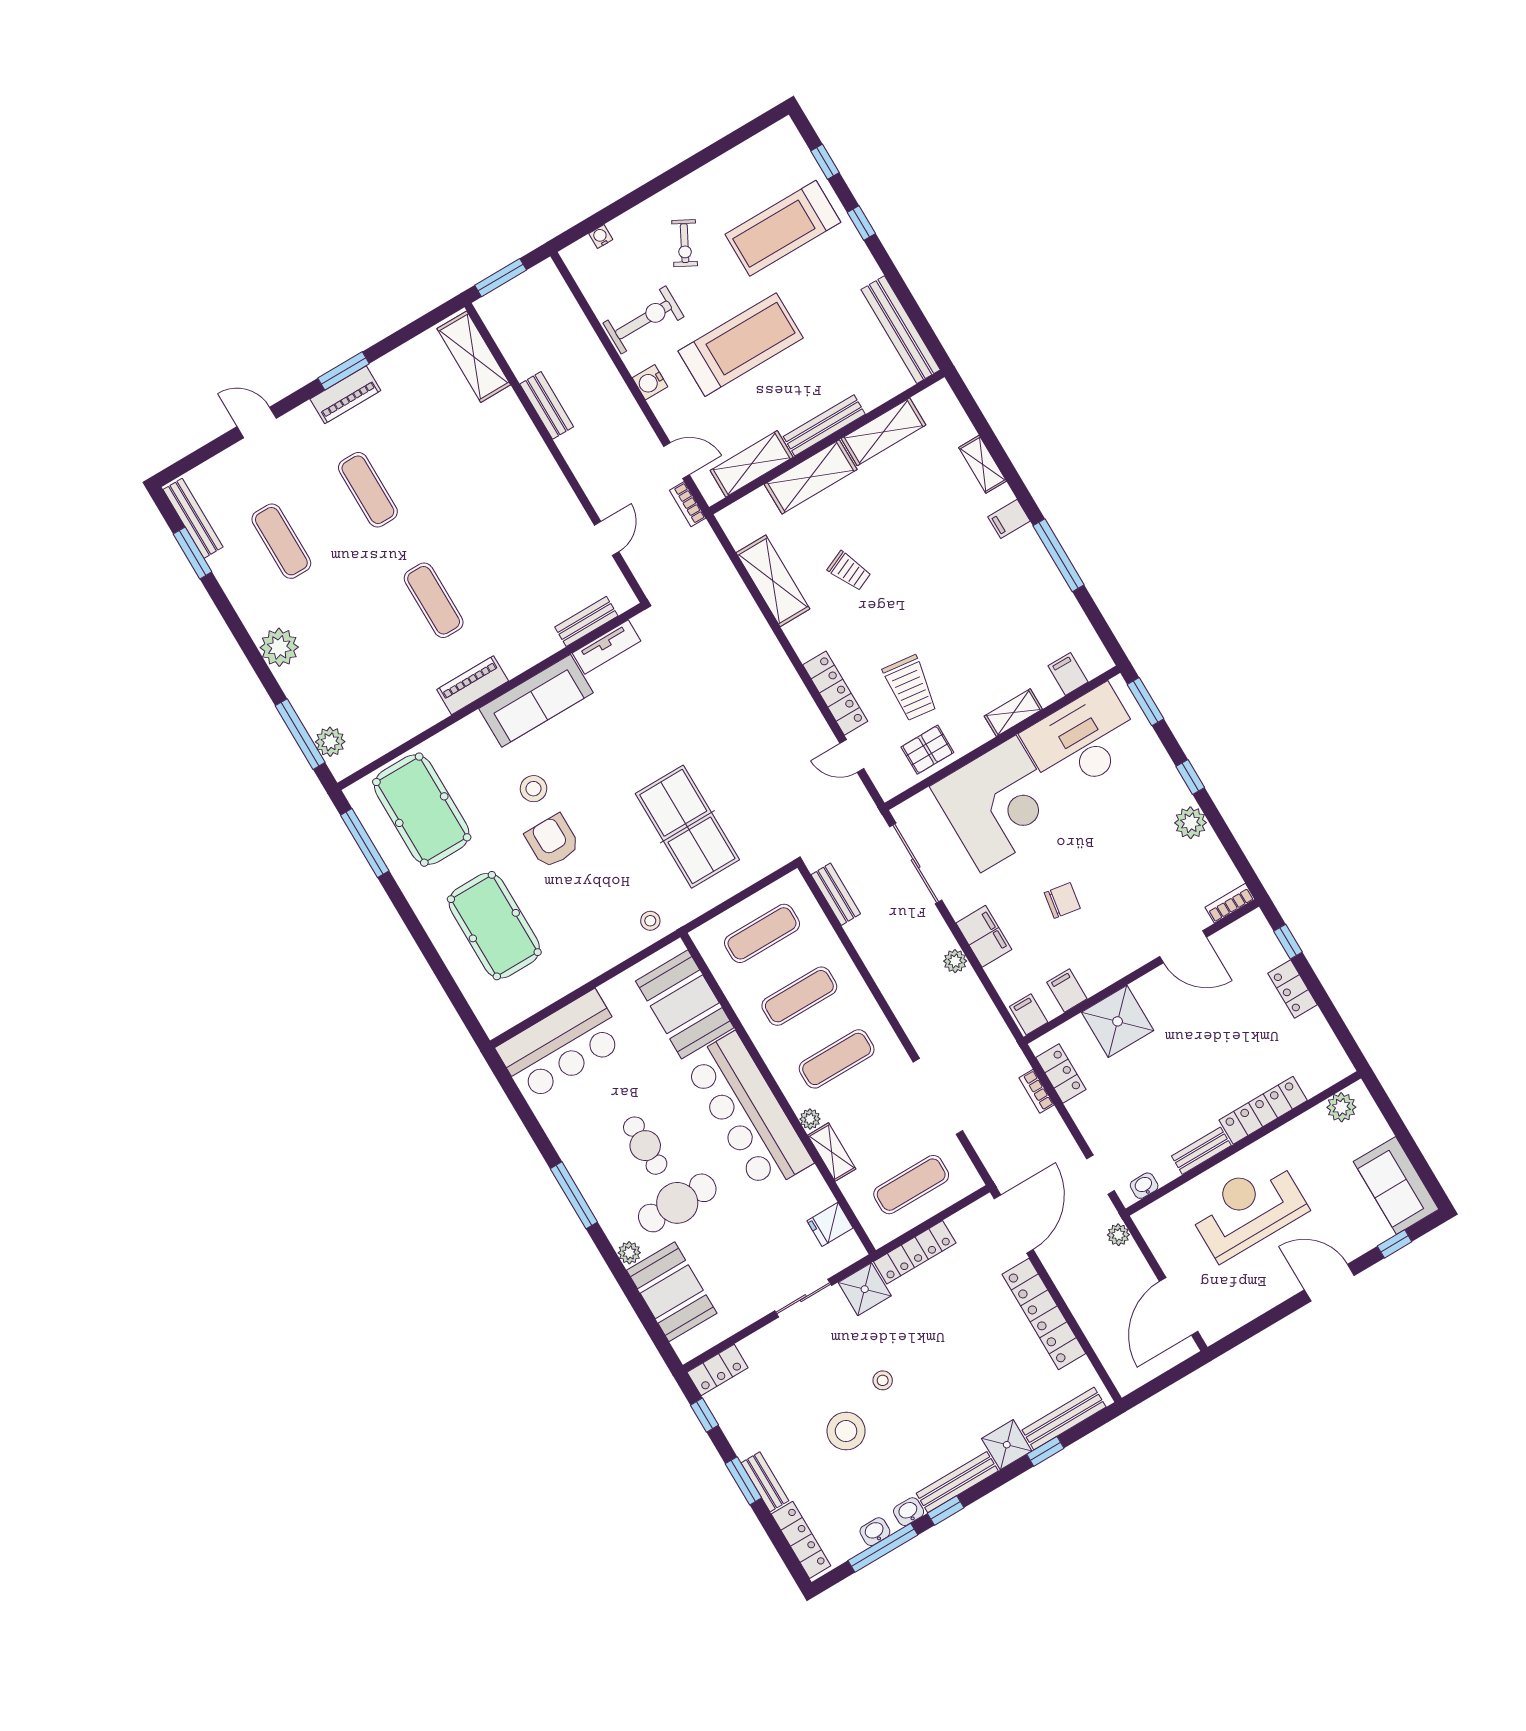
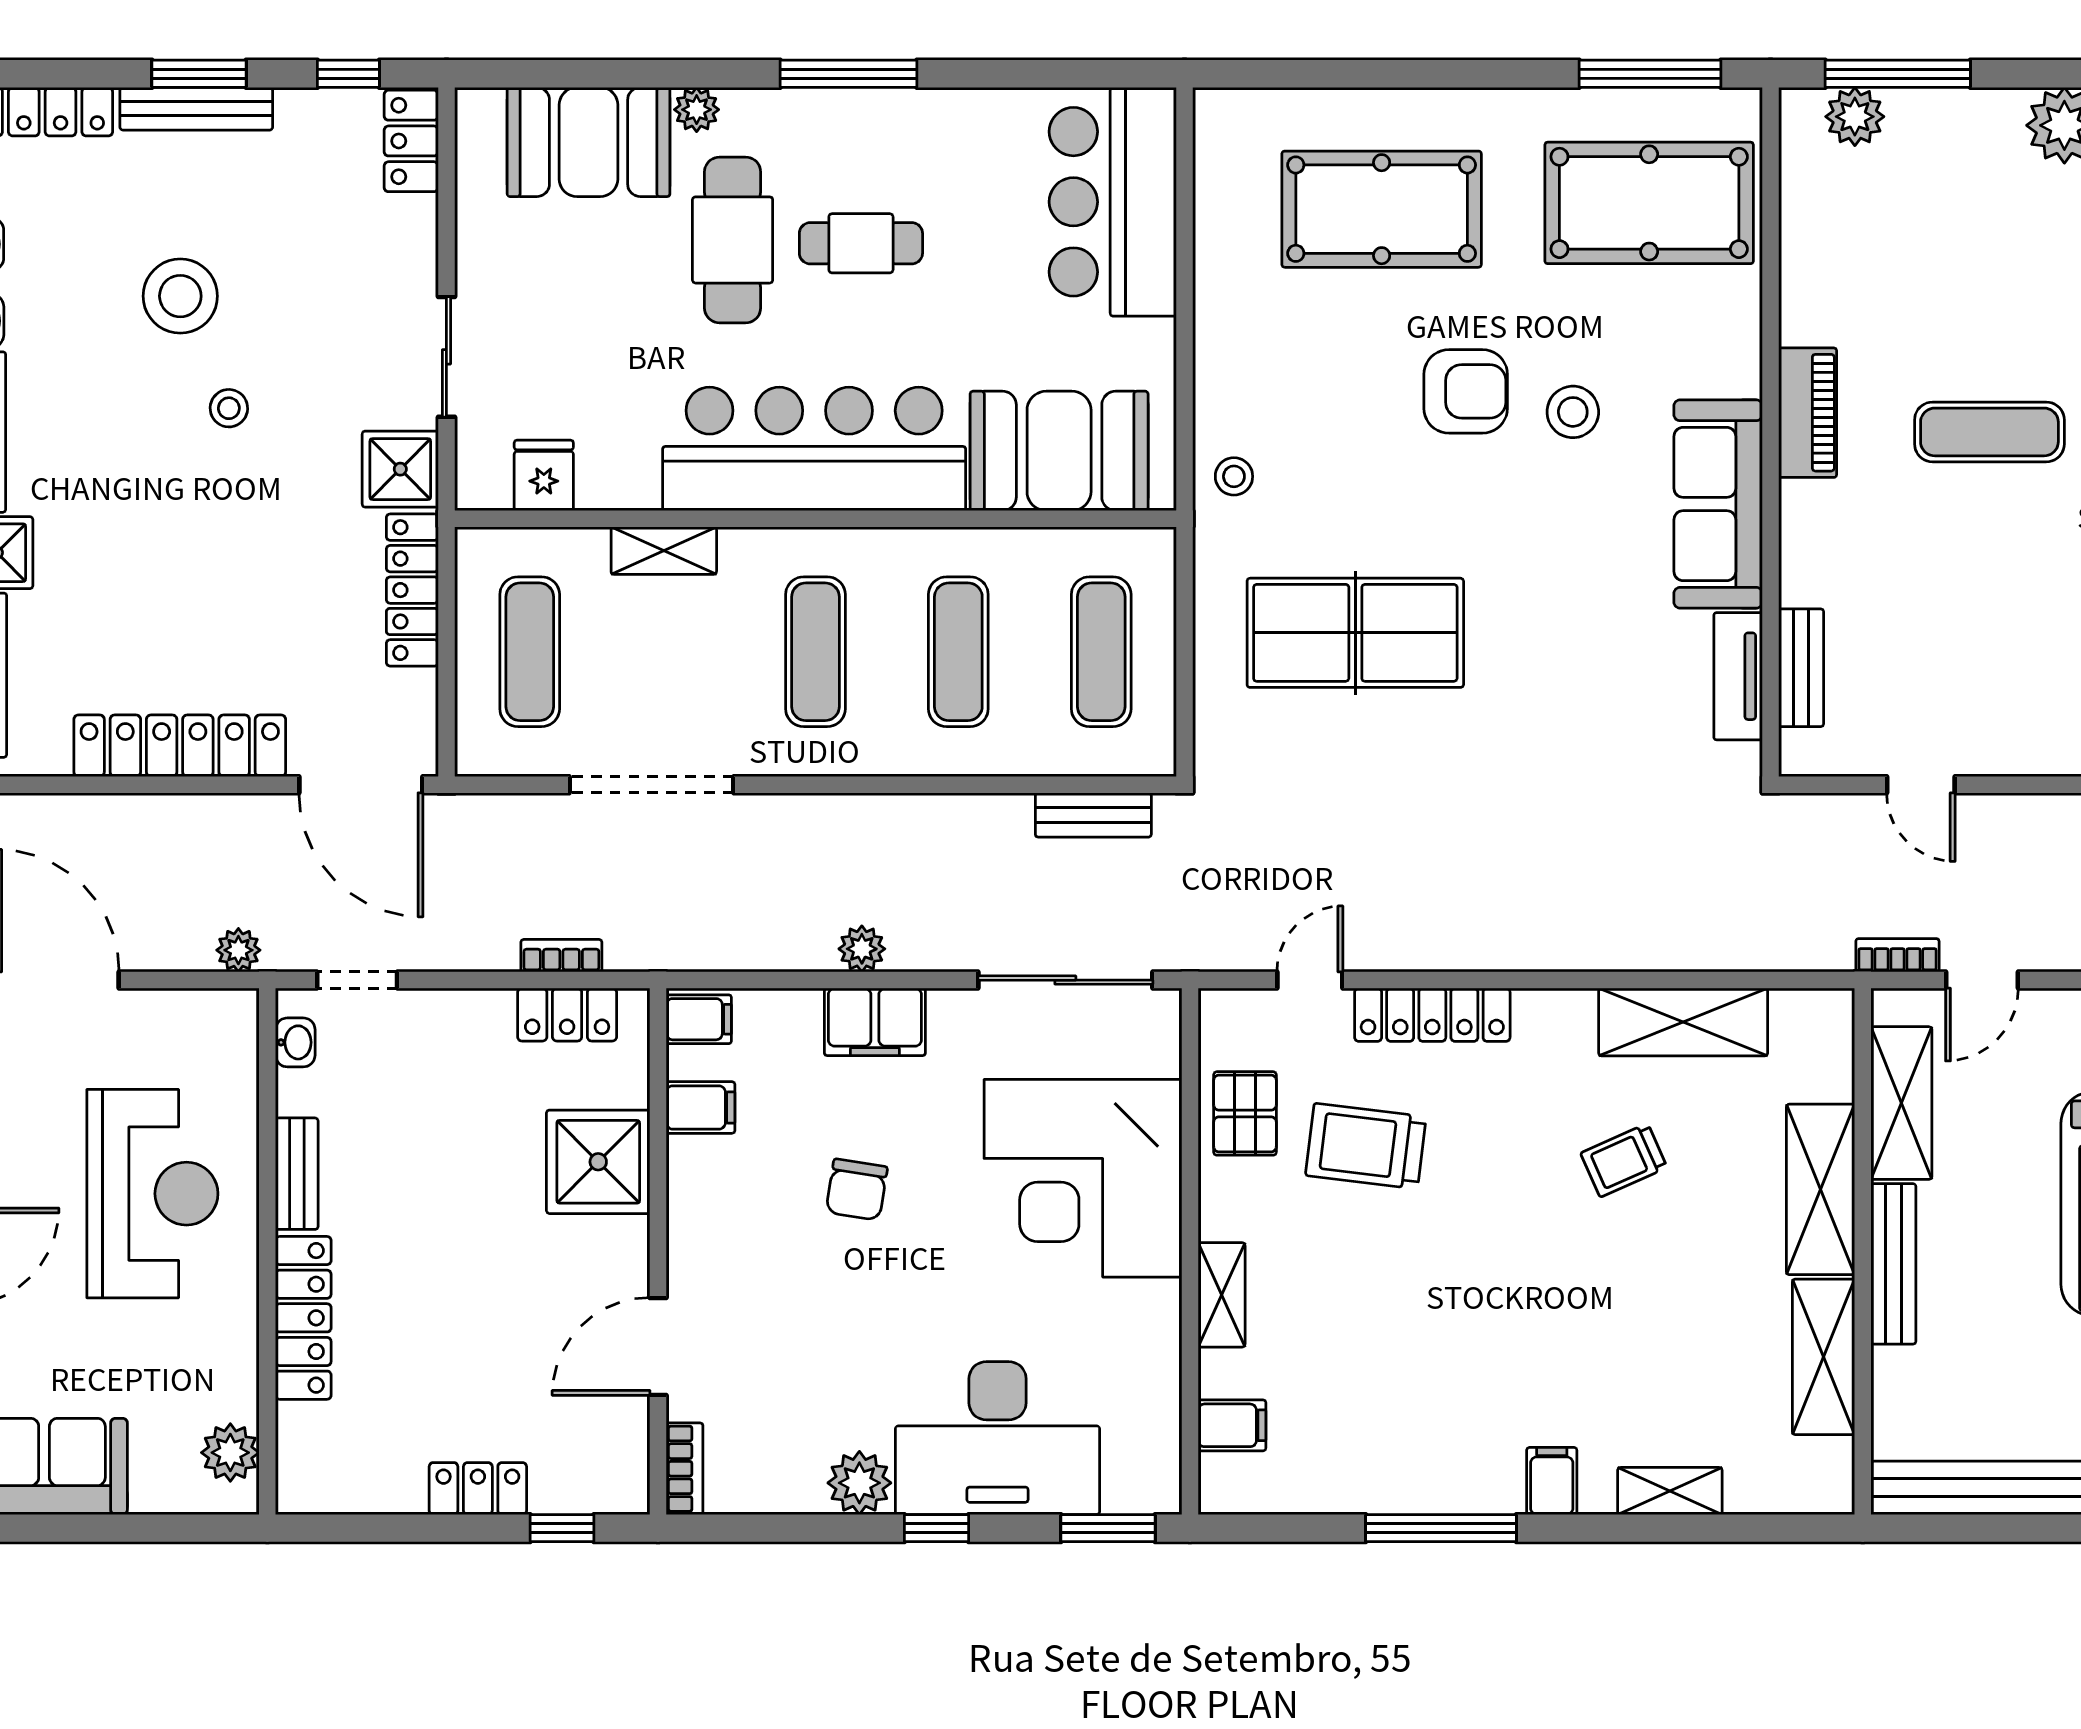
desk: (1083, 741) -> (998, 1438), moved, turned 90
plant: (810, 1119) -> (741, 547), removed
bench: (765, 1482) -> (196, 109), width x1.36

